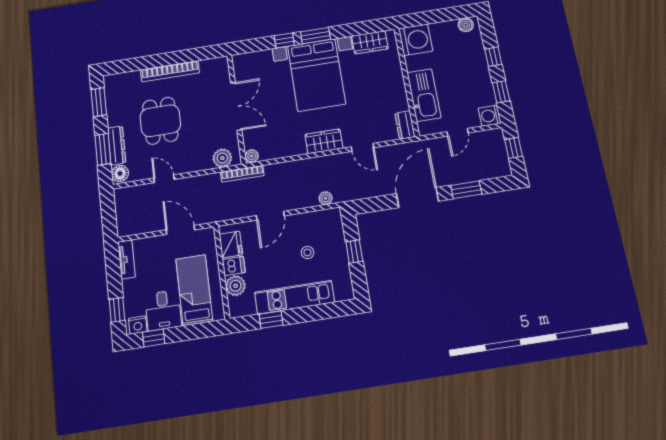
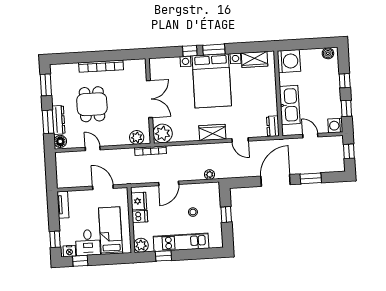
door: (457, 132) -> (310, 136), swing flipped
plant: (252, 156) -> (163, 133), width x1.88, depth x1.88
plant: (236, 286) -> (141, 245), moved

